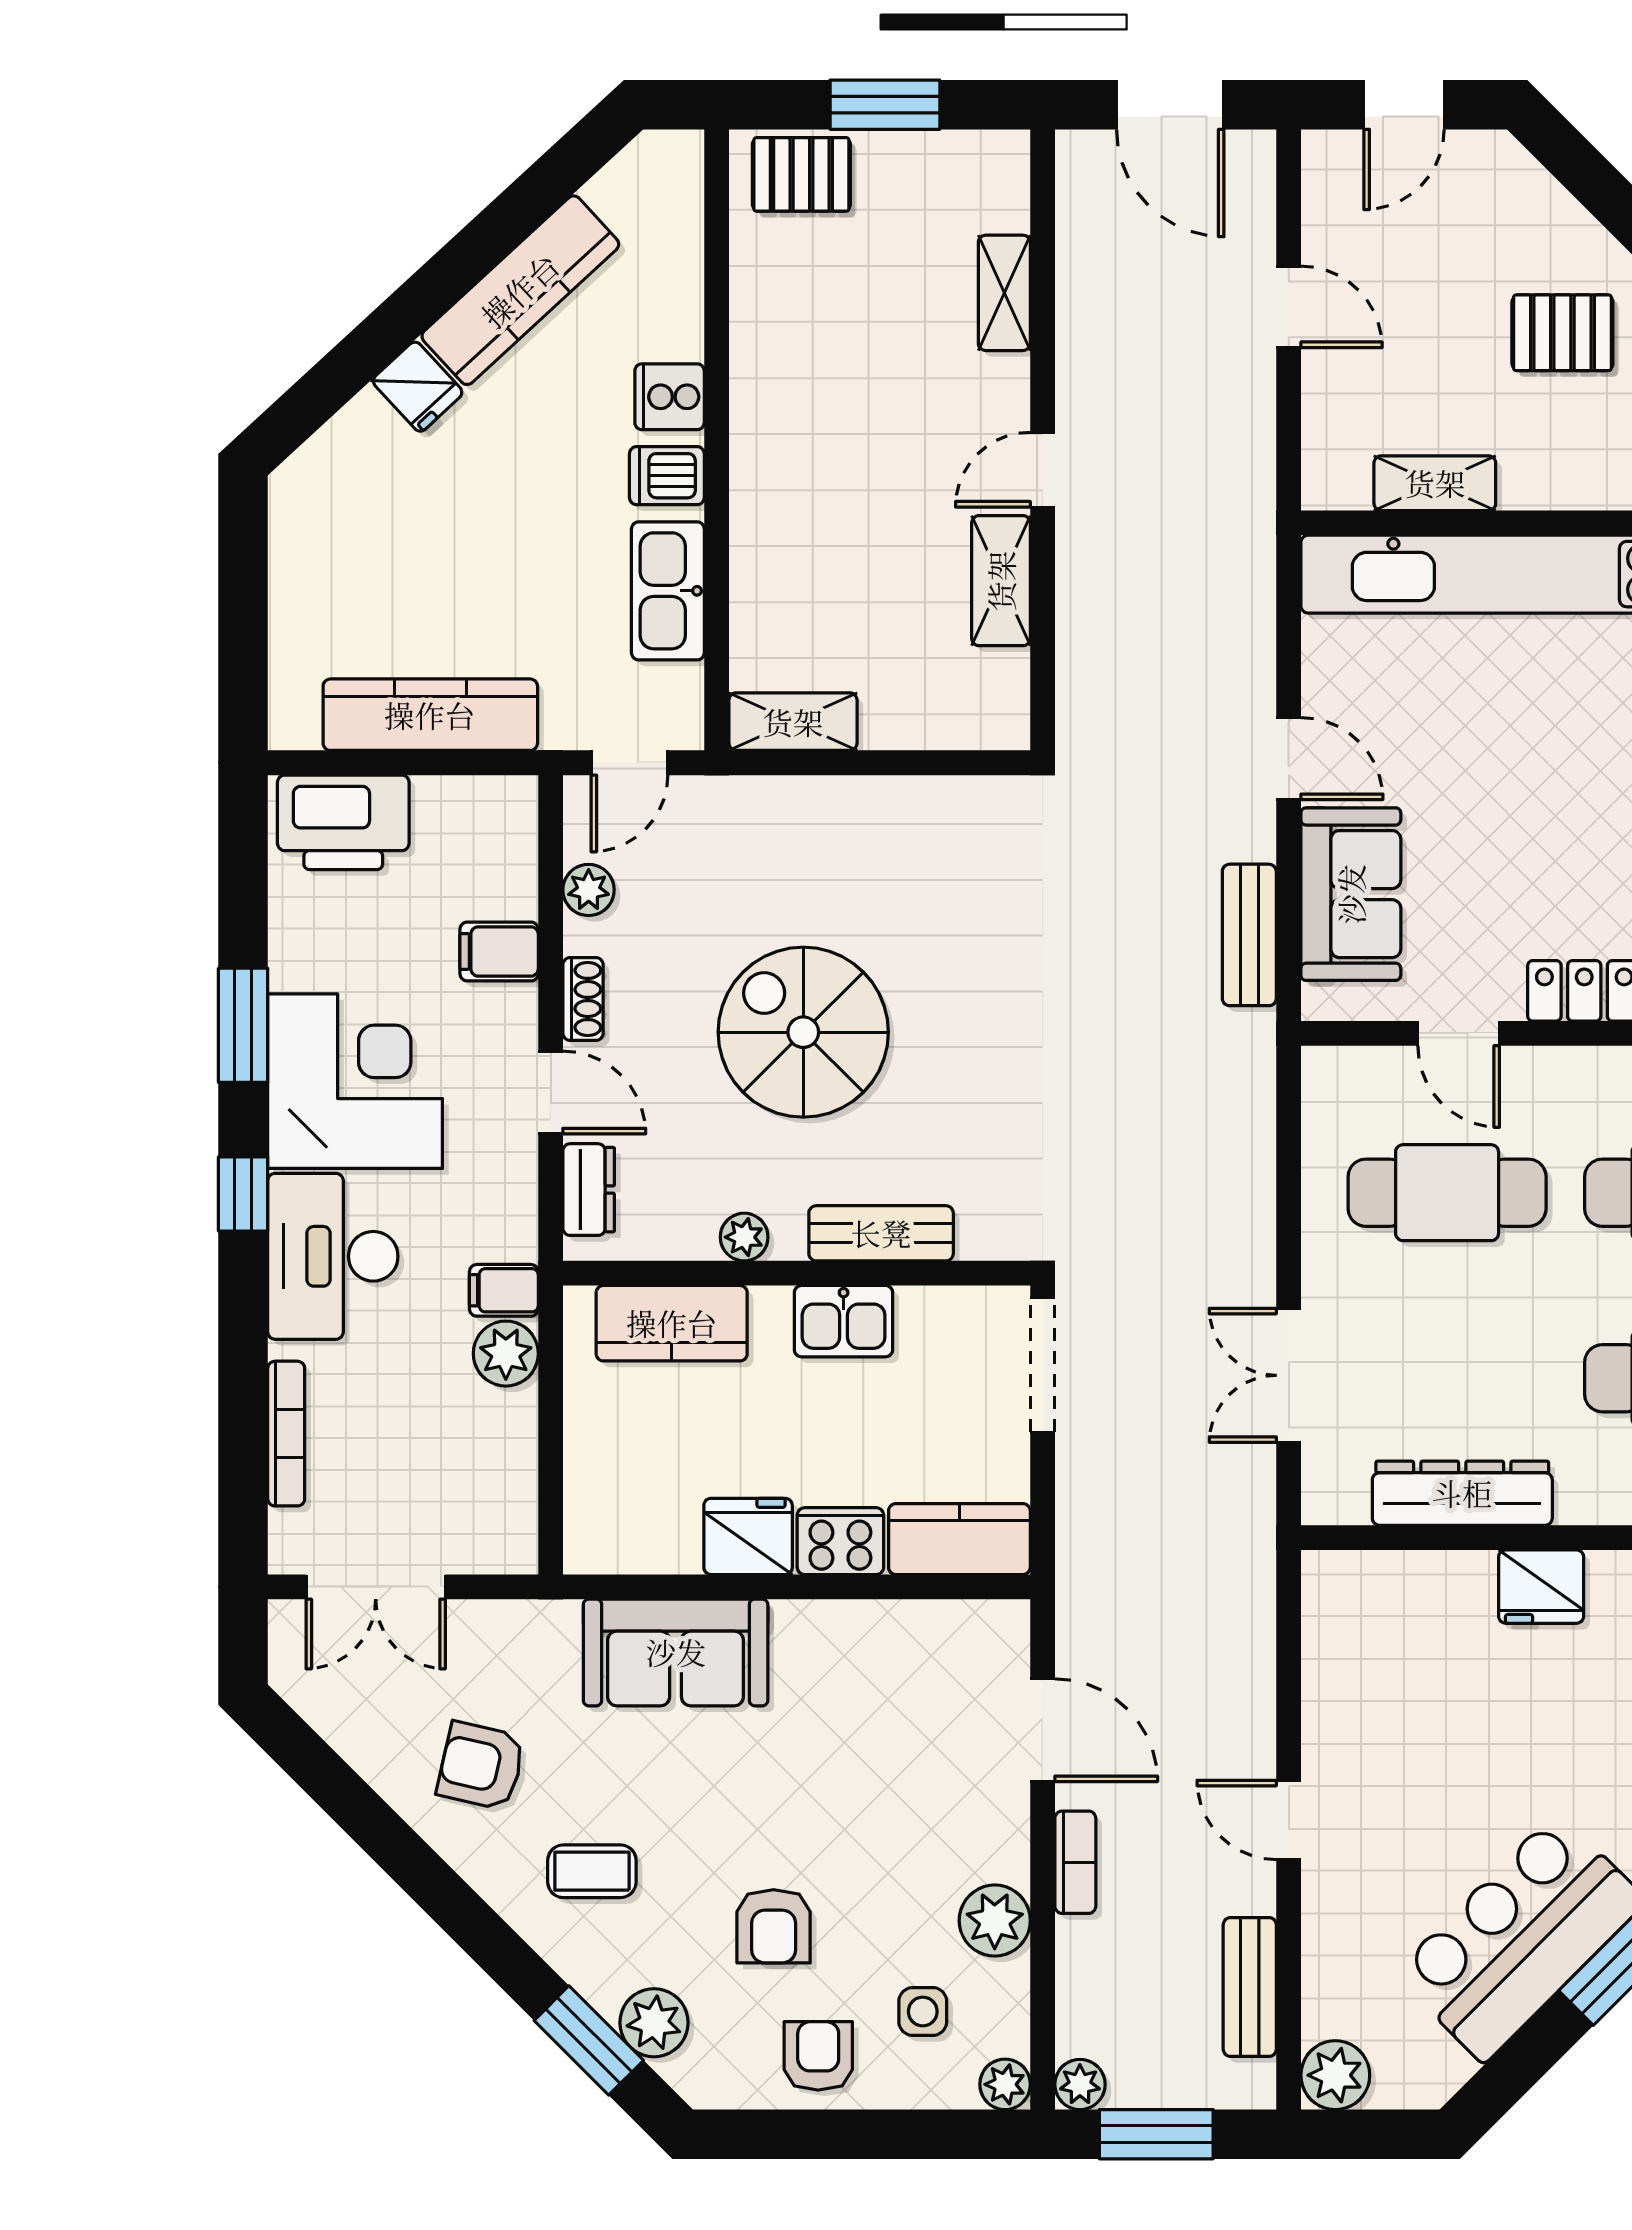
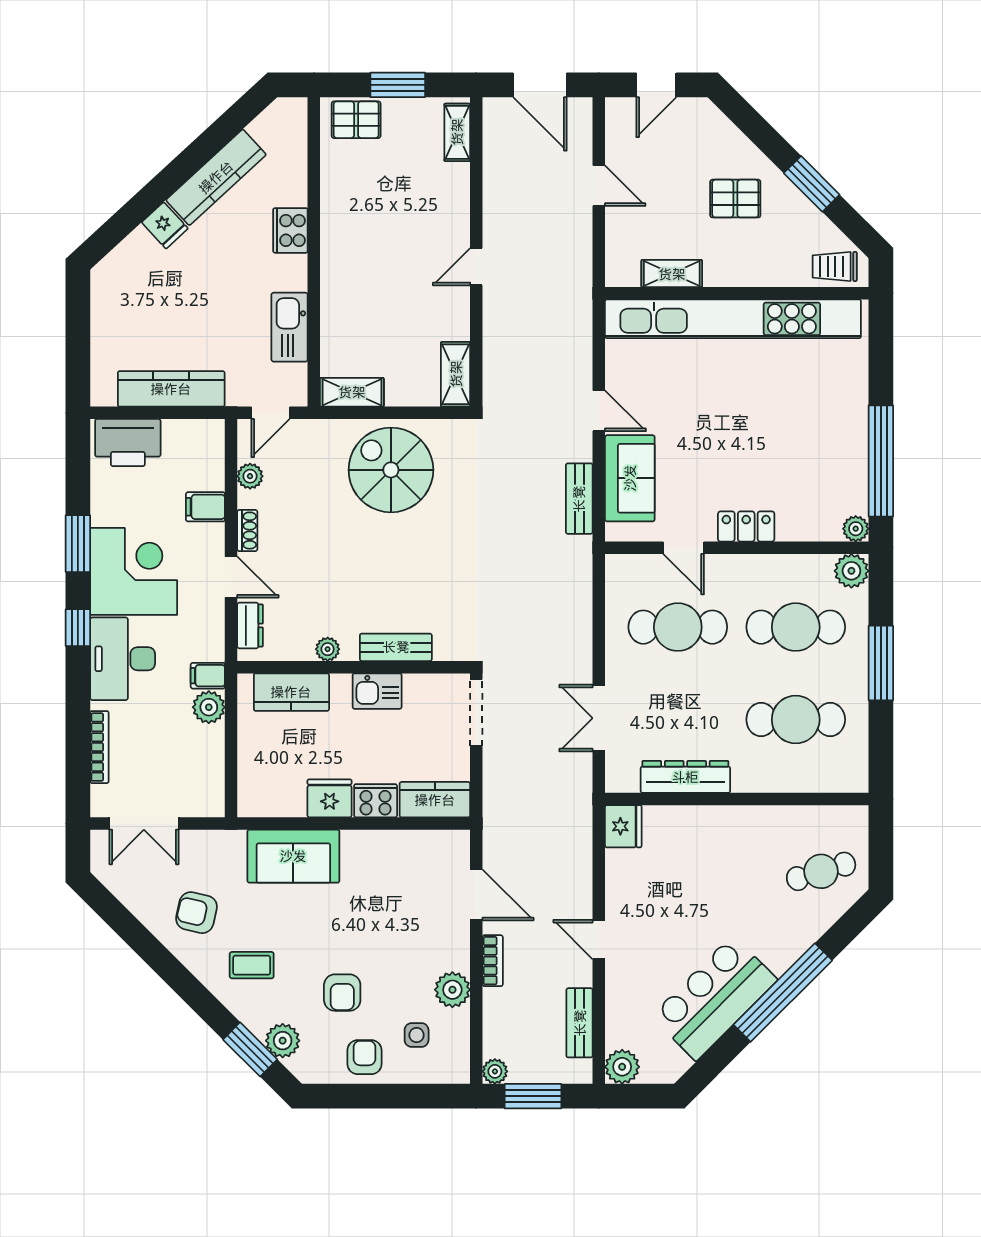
shelving: (1004, 293) -> (457, 132), moved
cooker: (670, 397) -> (290, 230), width x1.36
dishwasher: (667, 476) -> (289, 270), removed
shelving: (1001, 581) -> (456, 374), moved
spiral stairs: (803, 1032) -> (391, 470), moved
fridge: (1541, 1587) -> (623, 826), moved, turned -90
plant: (1005, 2084) -> (458, 1071), removed

